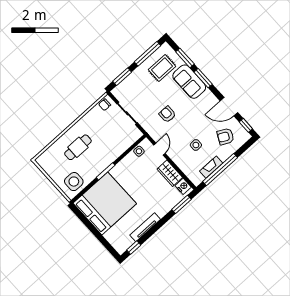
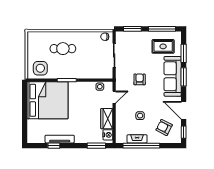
sofa: (189, 82) -> (173, 76), width x1.36
window: (134, 248) -> (54, 146), moved

